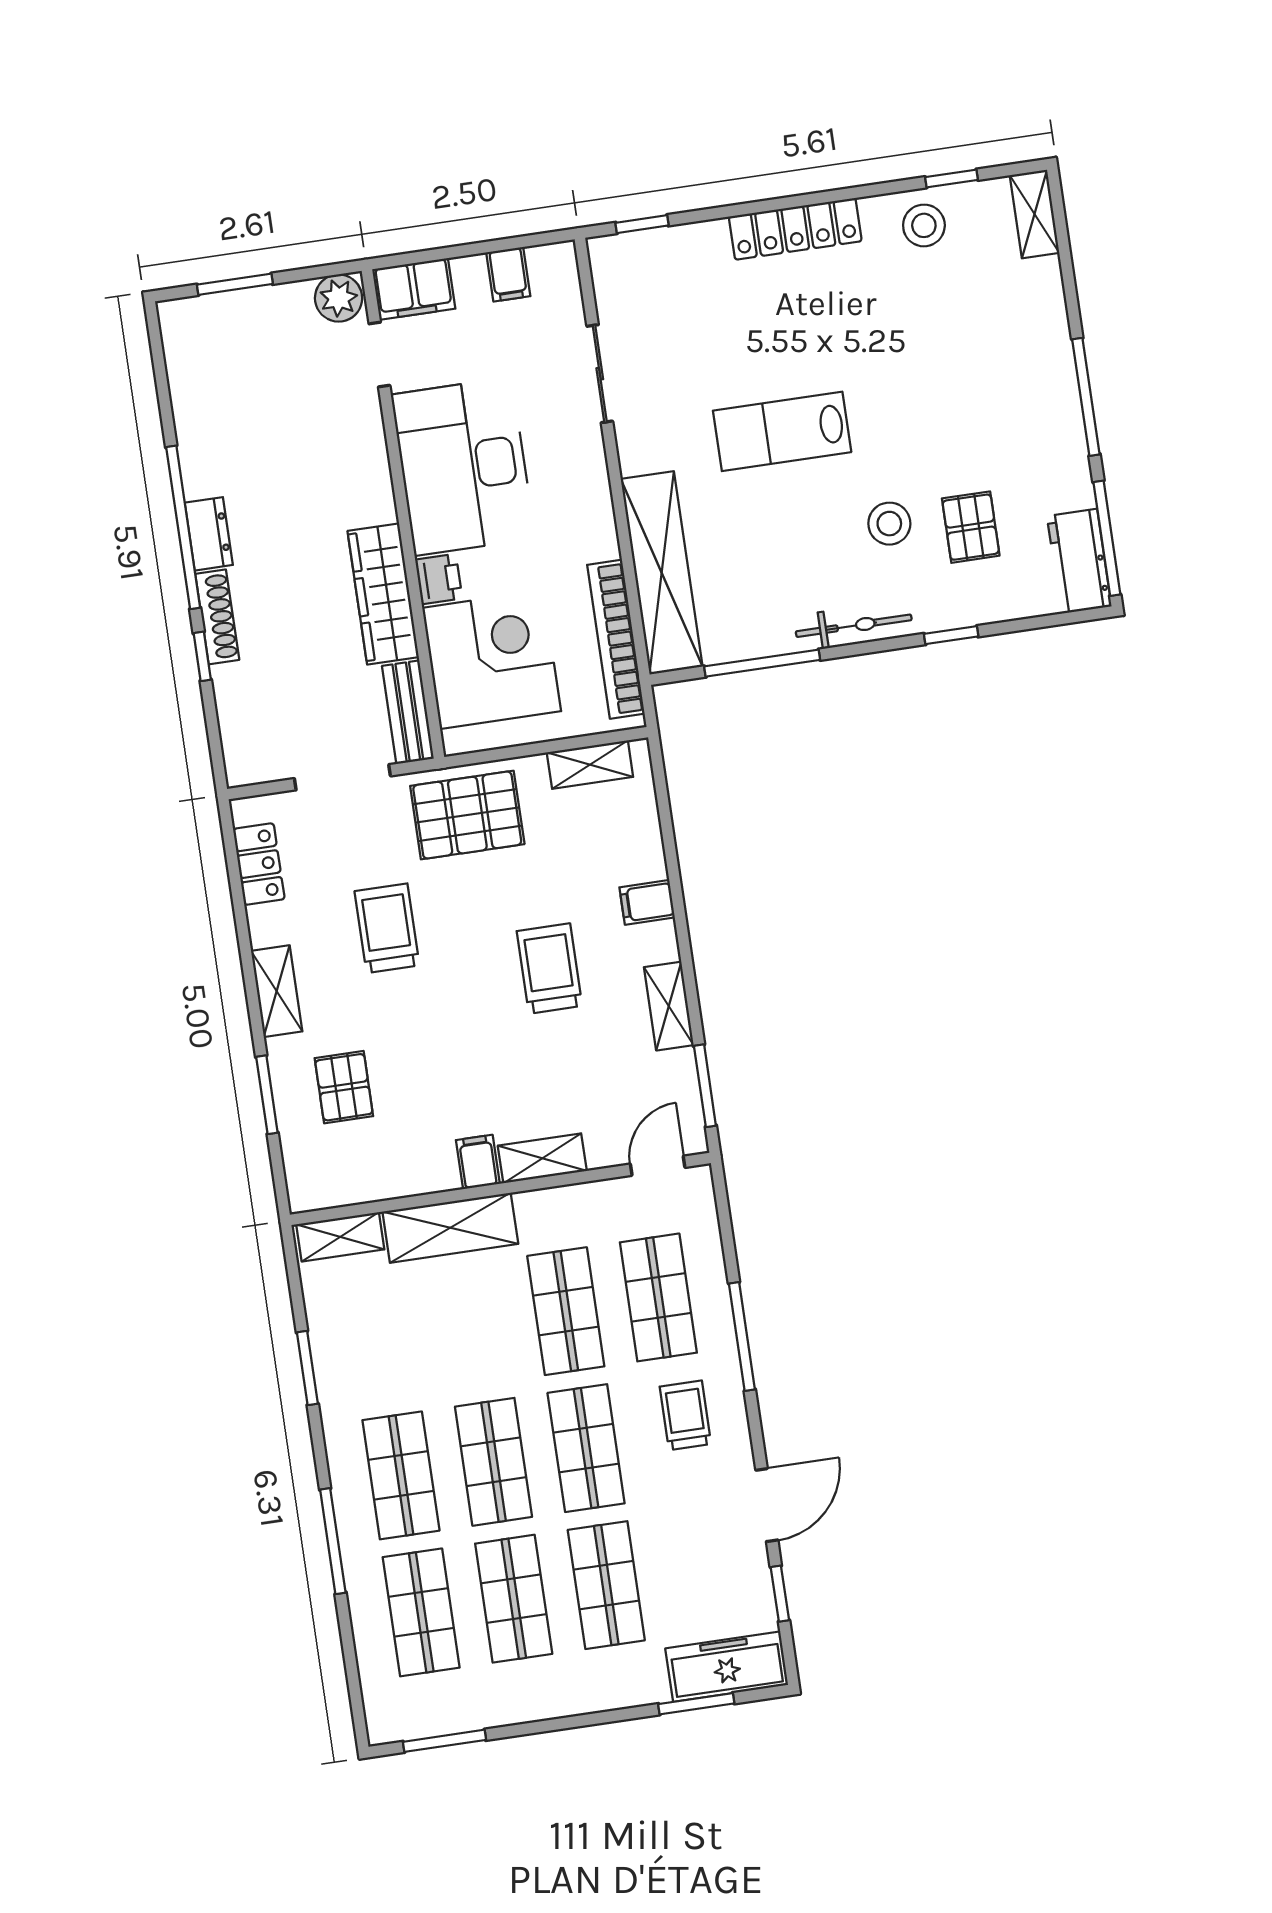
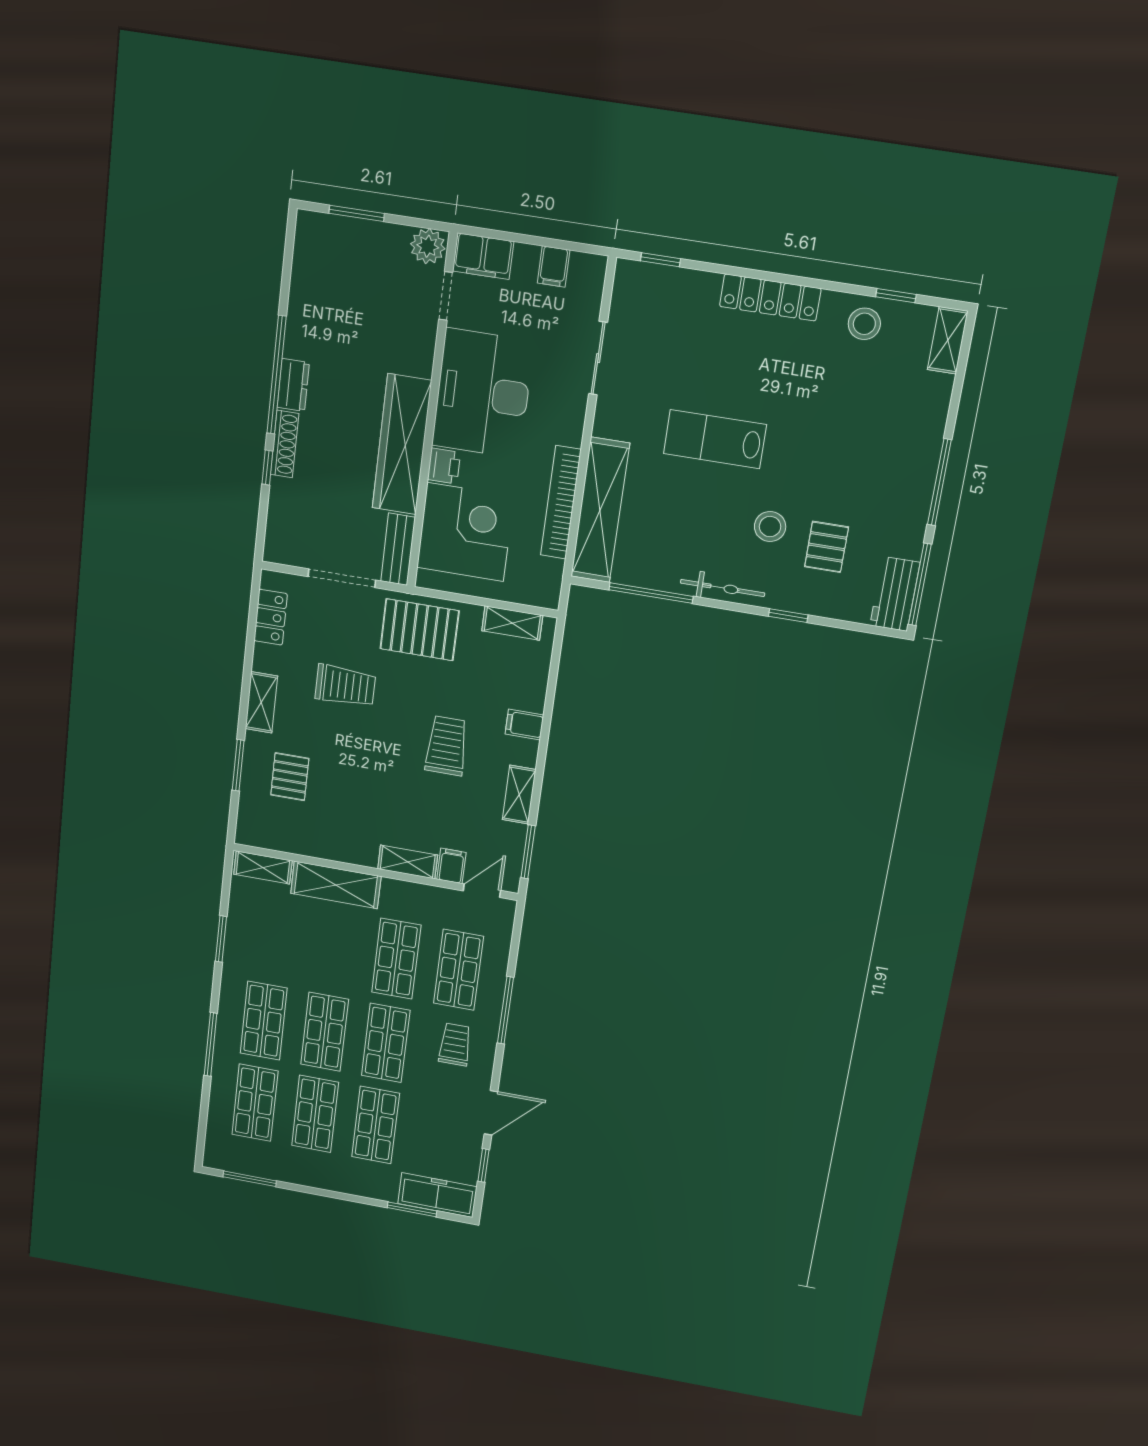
wardrobe: (383, 594) -> (402, 444), width x1.40, depth x1.17
bookcase: (616, 639) -> (561, 502), moved
trolley: (387, 928) -> (345, 686), turned 90
filing cabinet: (478, 1162) -> (451, 866), moved

